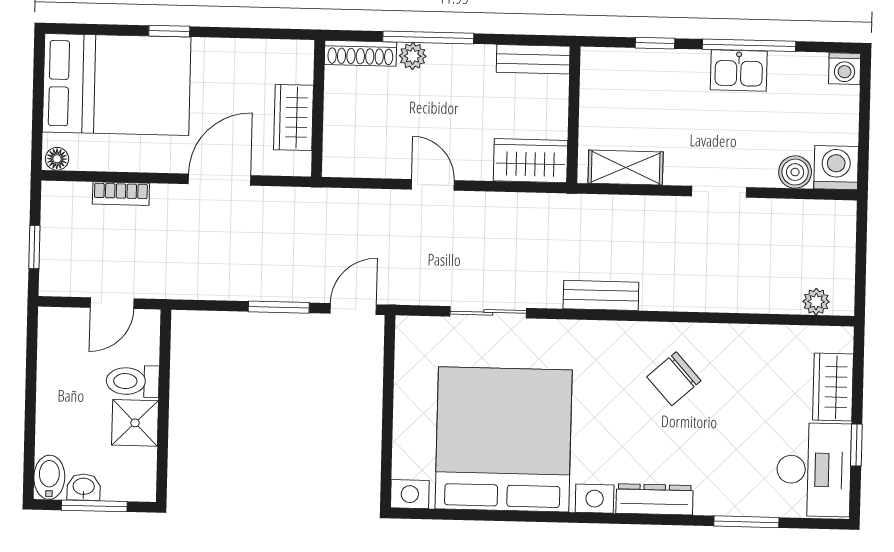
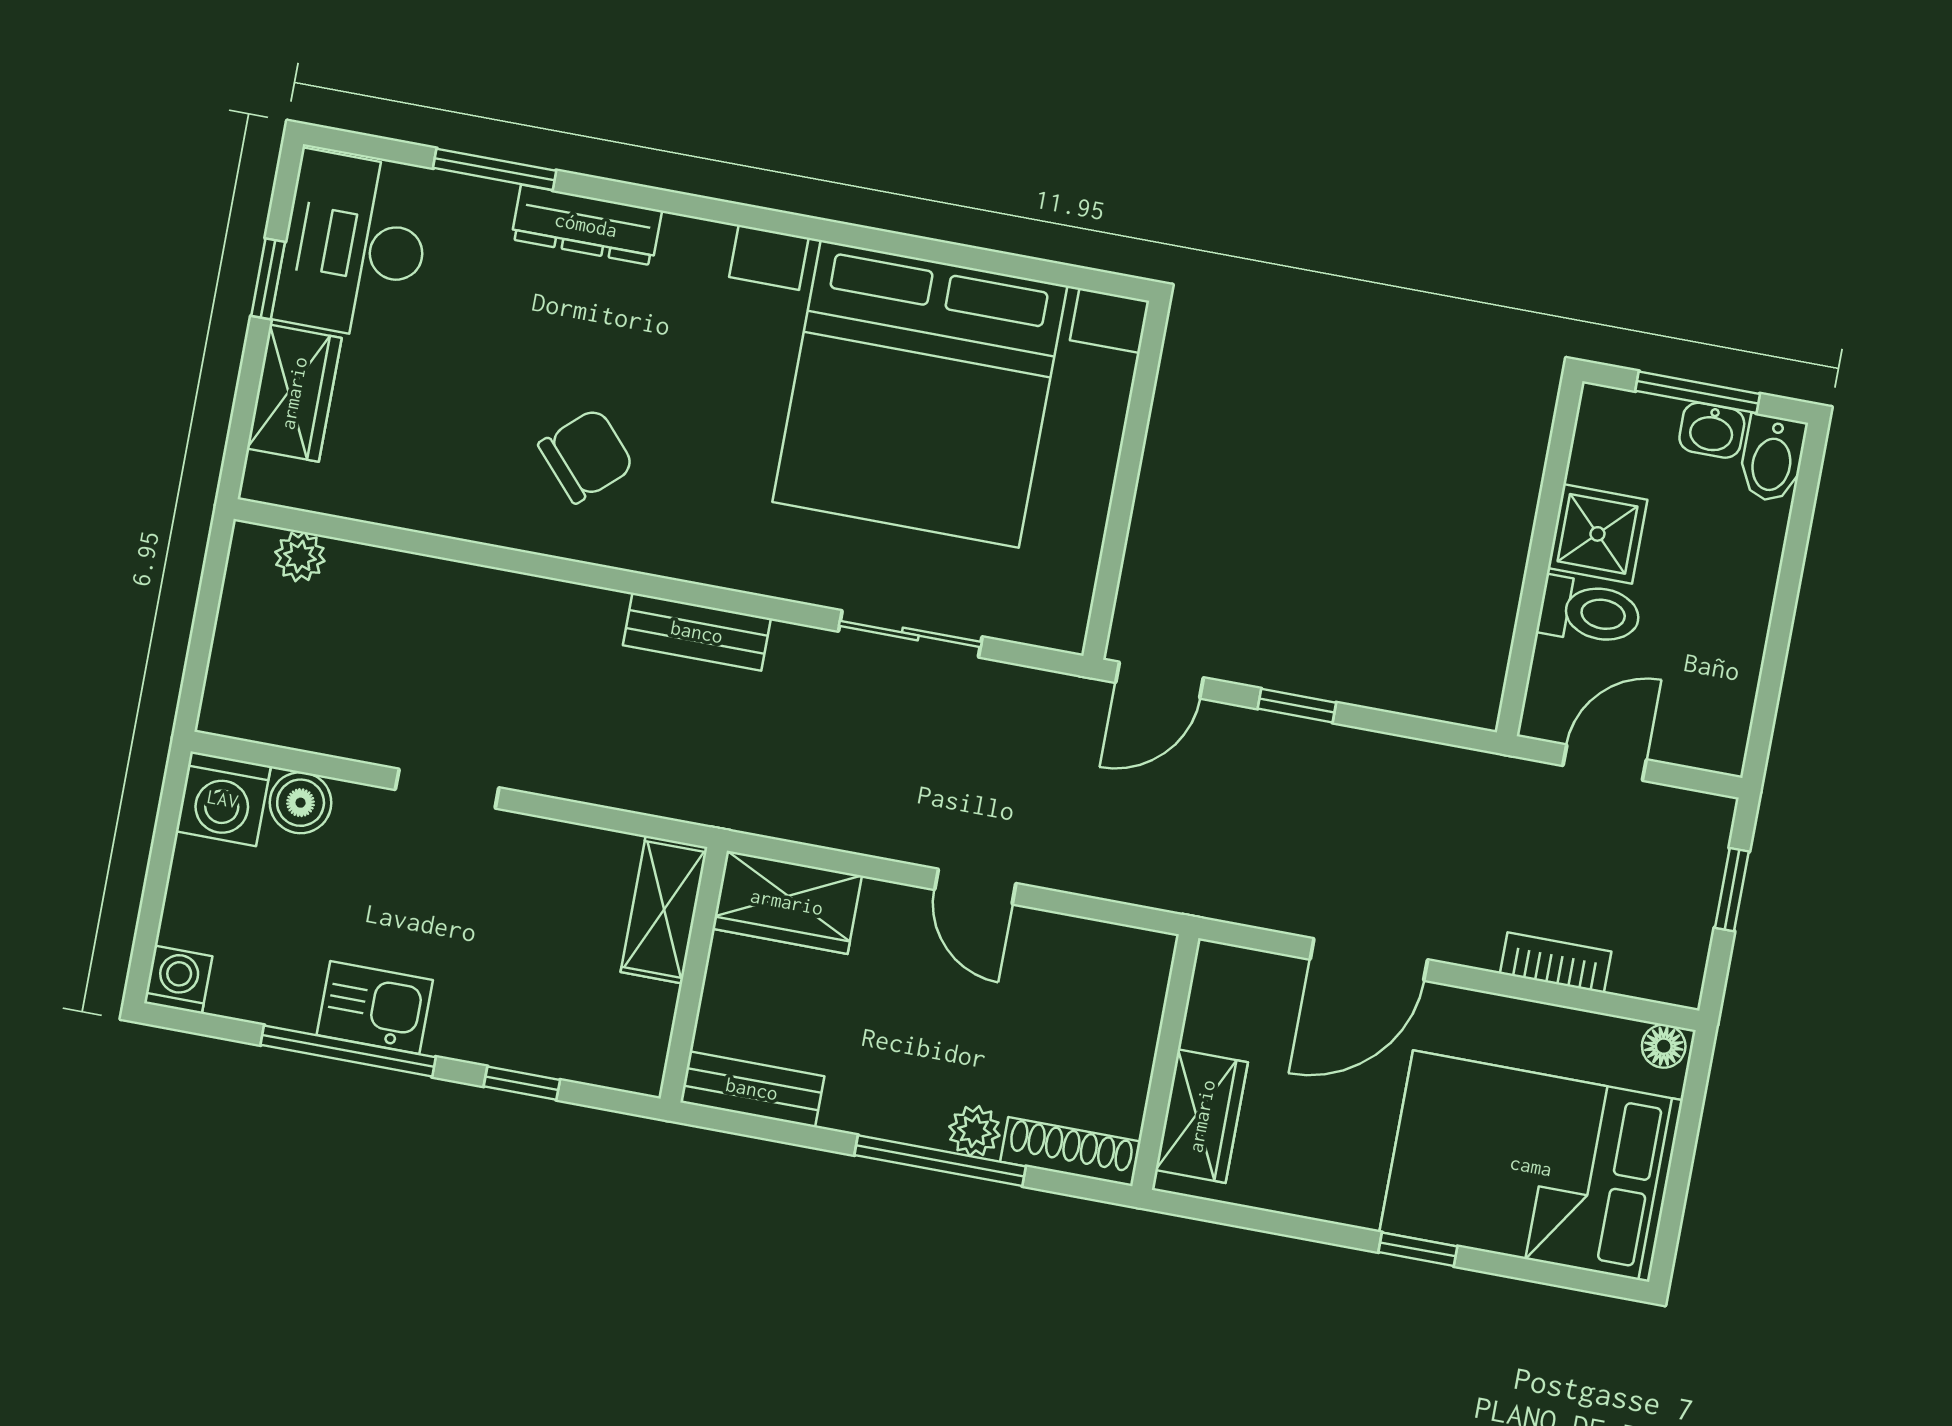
wardrobe: (293, 117) -> (1202, 1116), moved
shelving: (626, 168) -> (664, 910), moved, turned 90
window: (279, 307) -> (1297, 706), width x0.67
dresser: (654, 499) -> (586, 225), moved

